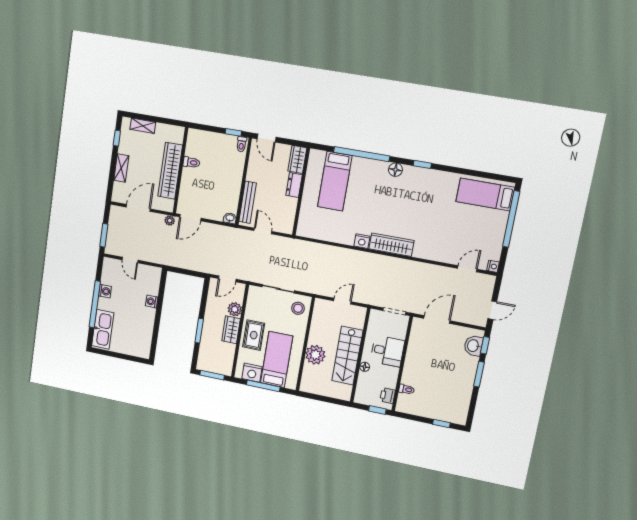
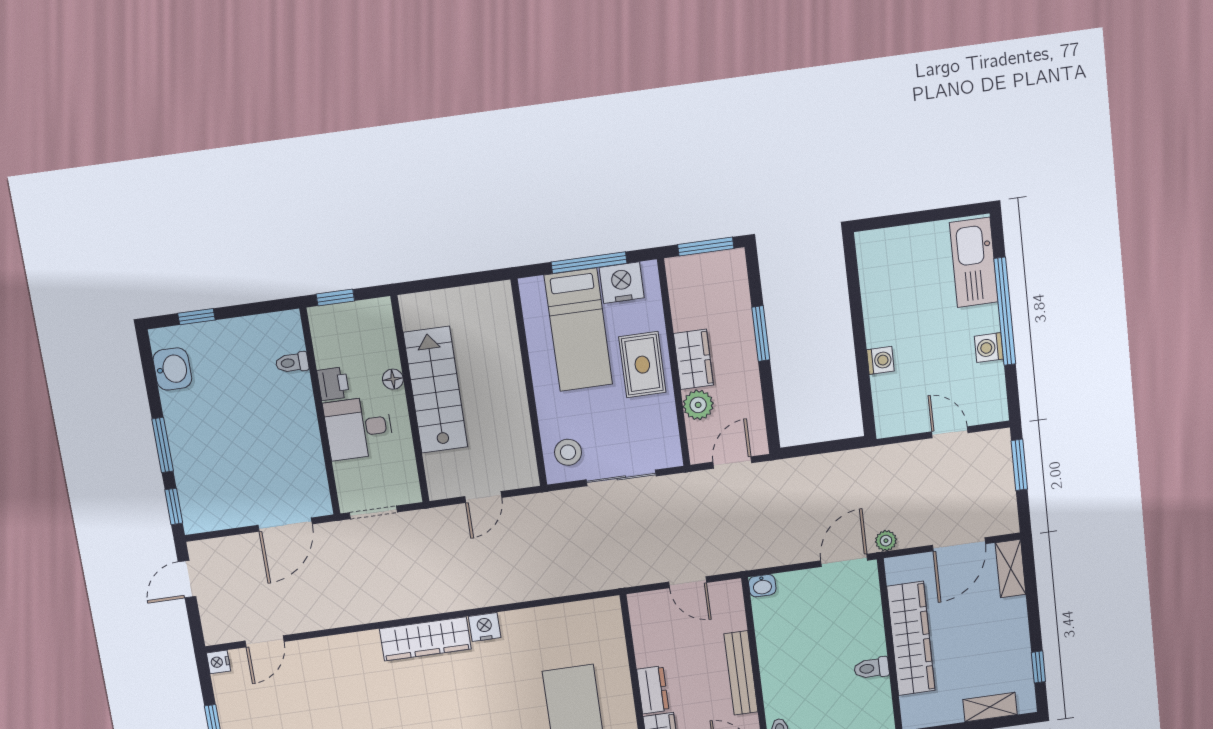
shelving: (121, 168) -> (1011, 569), moved
bench: (248, 202) -> (741, 673), moved
washbasin: (473, 346) -> (172, 369), moved
plant: (315, 355) -> (501, 369), removed
printer: (388, 396) -> (333, 384), moved

